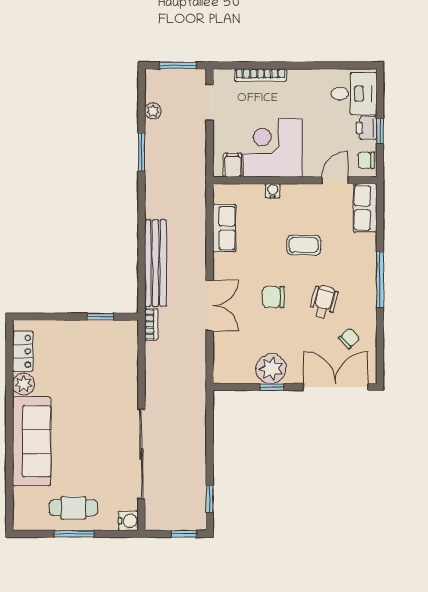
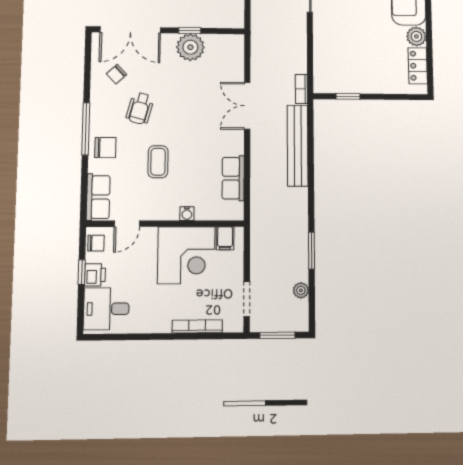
coffee table: (304, 245) -> (158, 162), turned 90
chair: (273, 297) -> (105, 148), moved

